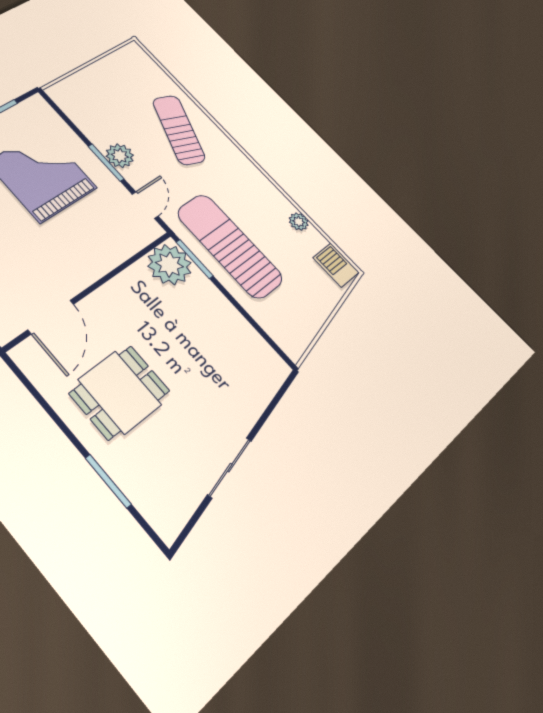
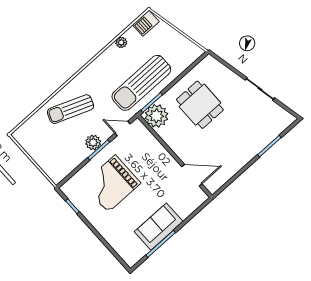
dining table: (120, 392) -> (200, 105), moved

